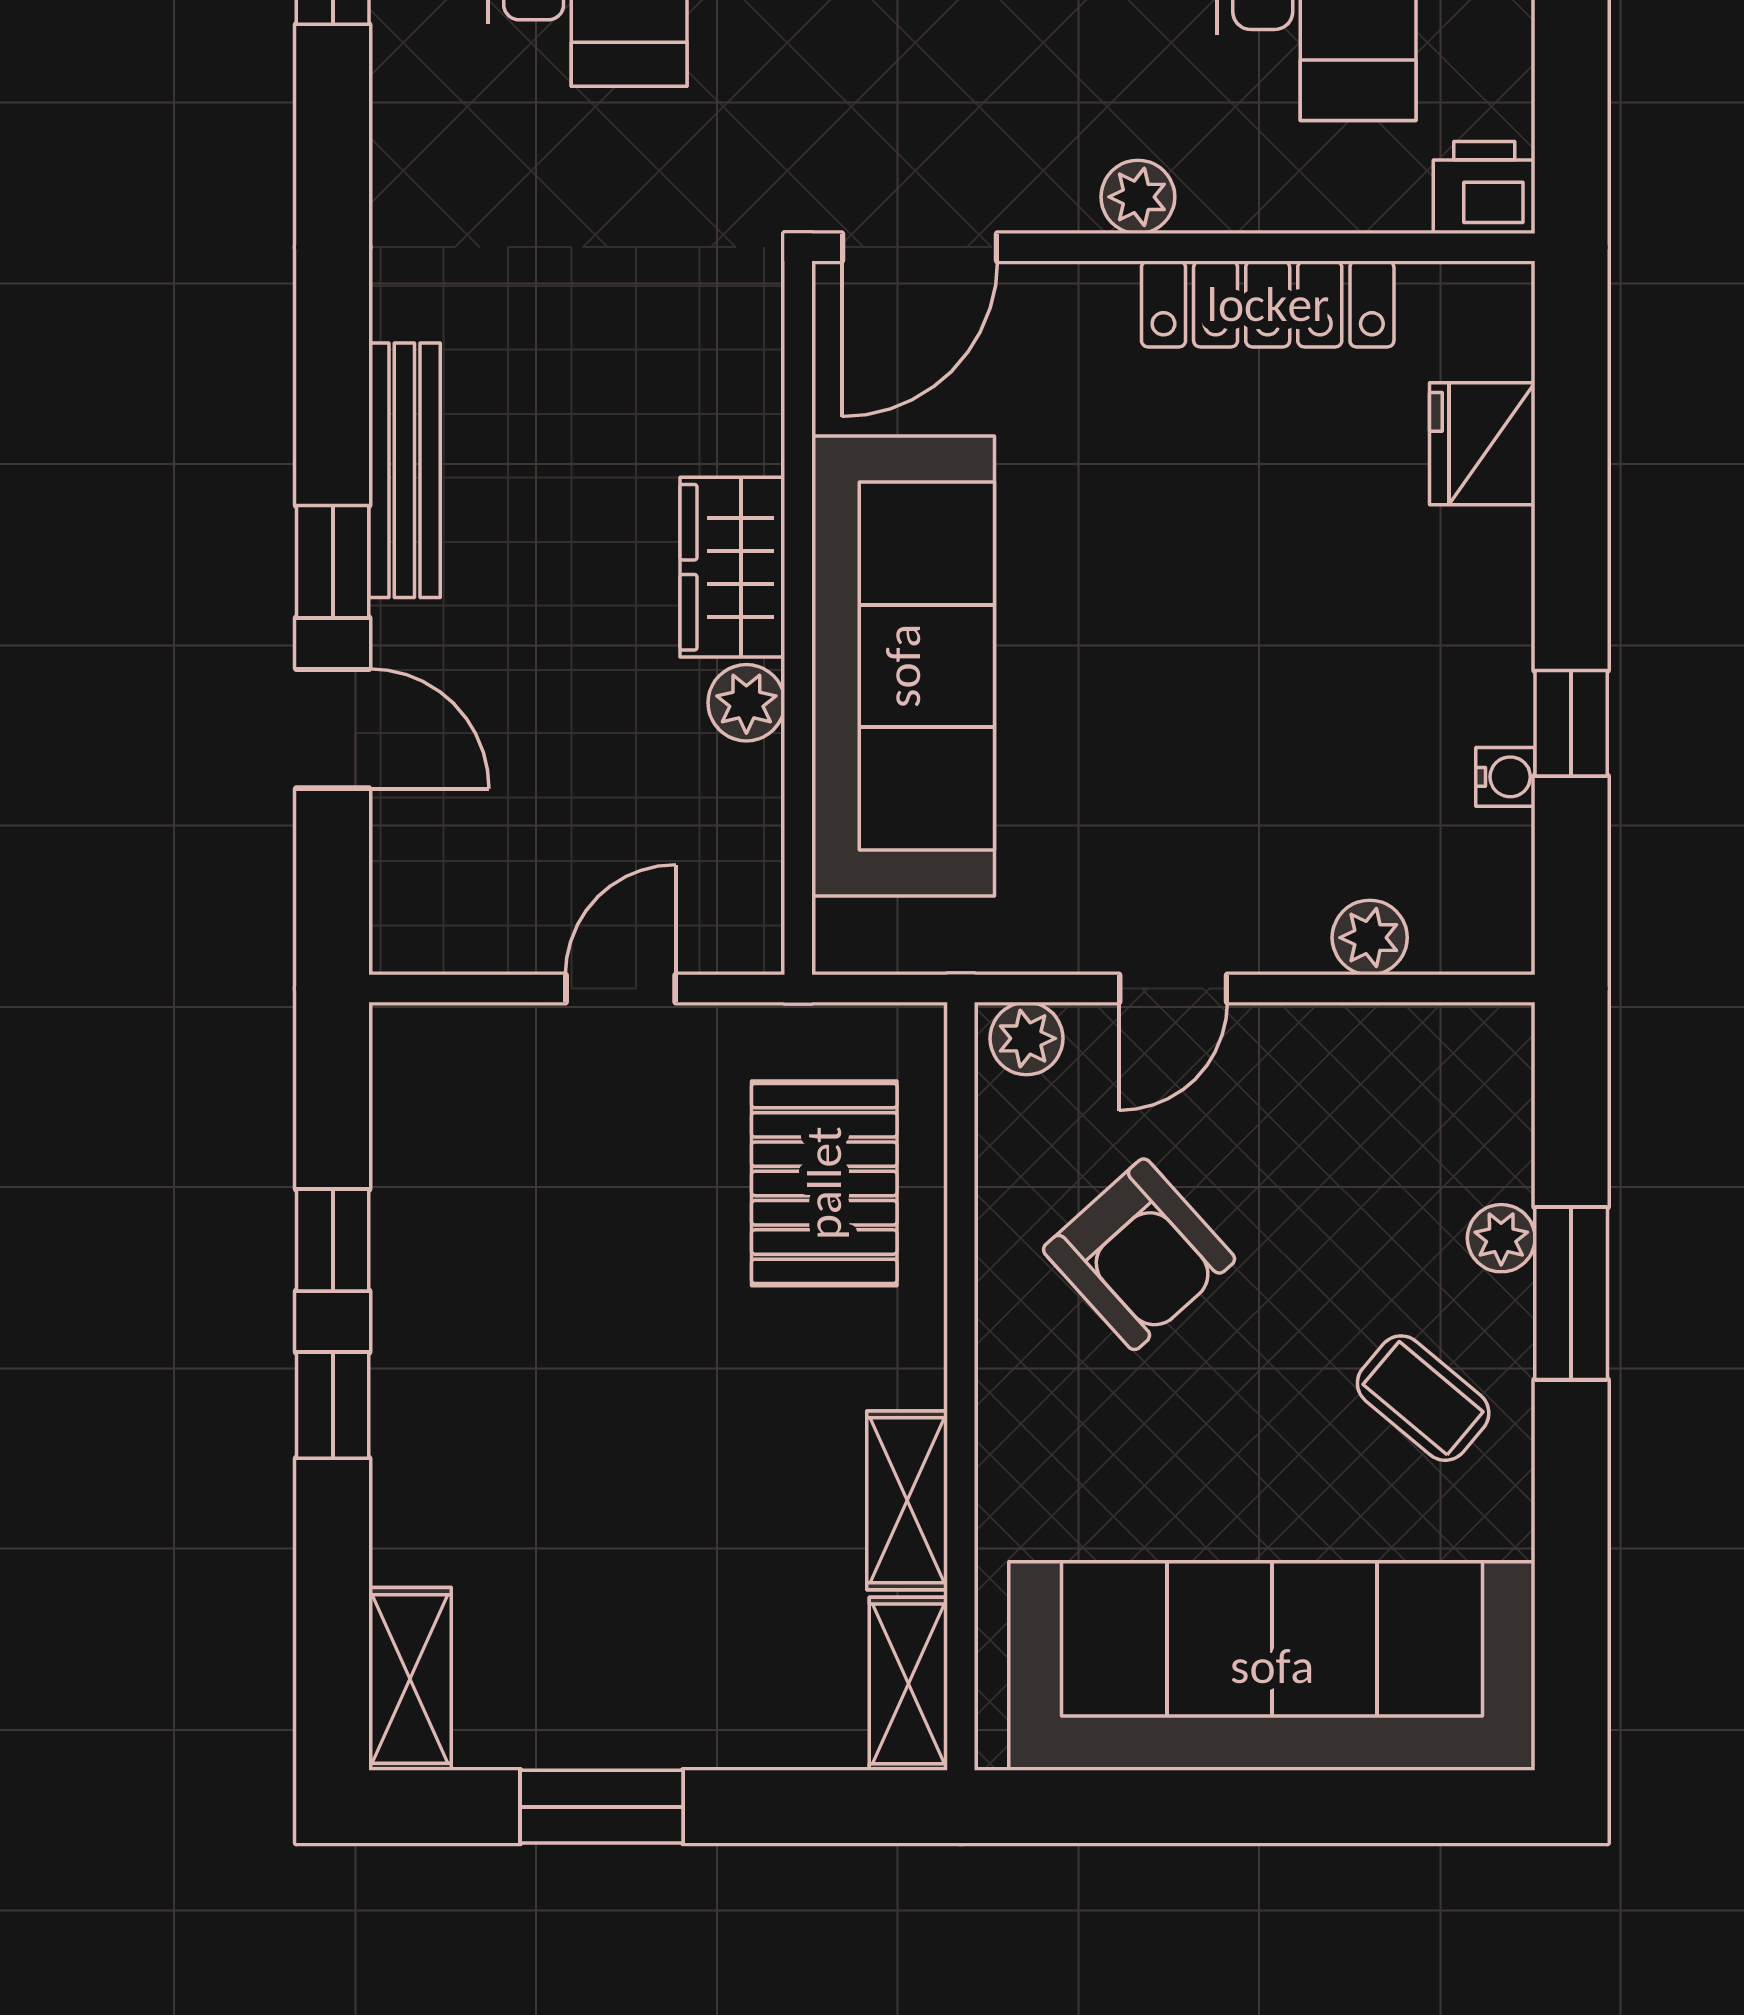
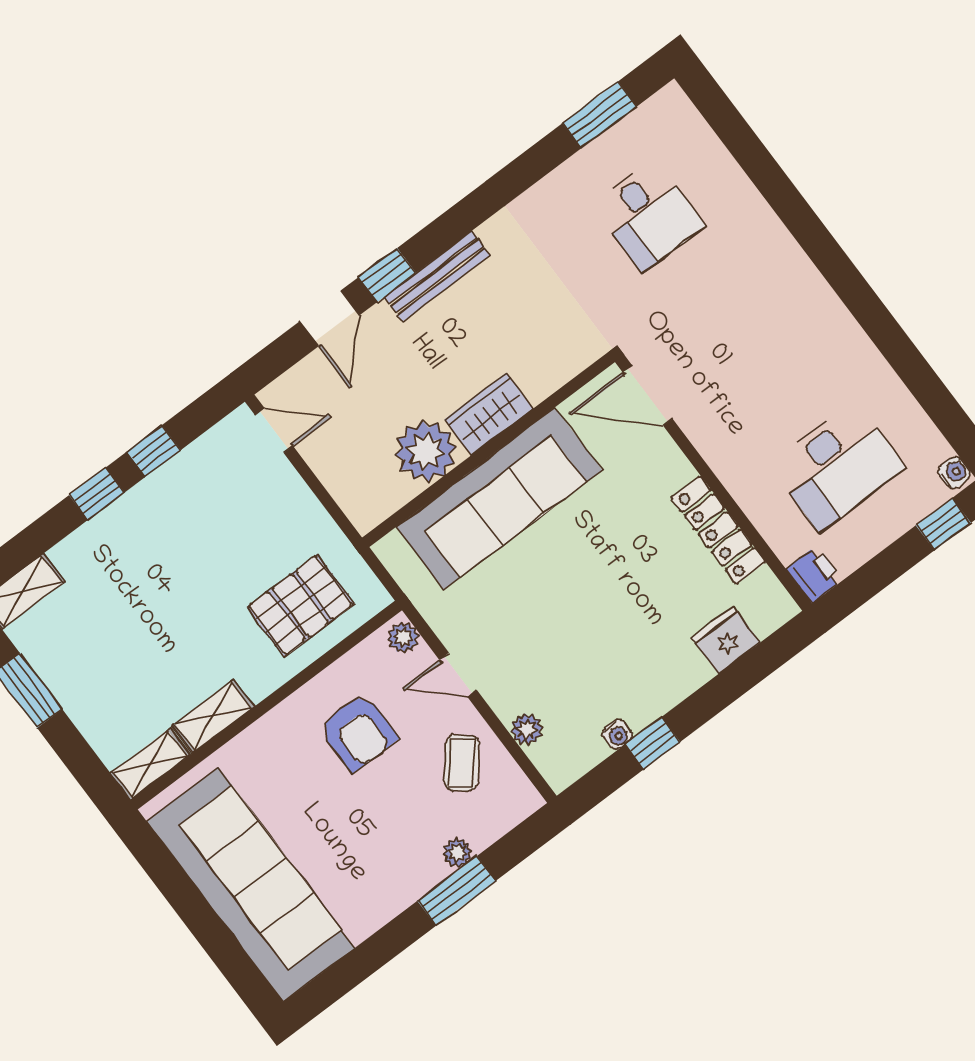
plant: (1138, 197) -> (722, 458), removed
plant: (746, 703) -> (426, 451), width x1.88, depth x1.88
door: (621, 989) -> (274, 430), moved
armchair: (1139, 1254) -> (358, 732), turned -48
coffee table: (1423, 1398) -> (462, 763), moved

